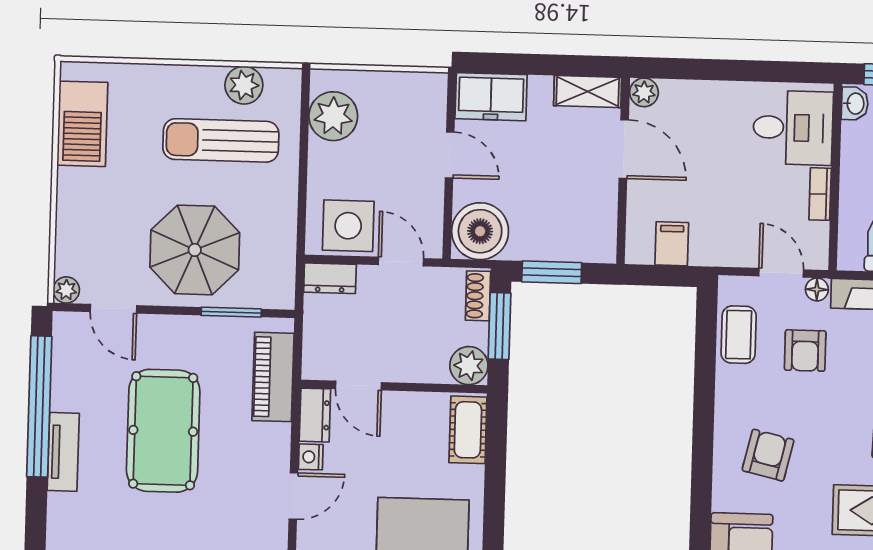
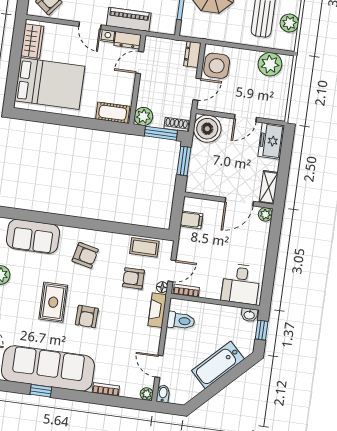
bookcase: (820, 194) -> (186, 291), moved
piano: (273, 377) -> (129, 19), moved

